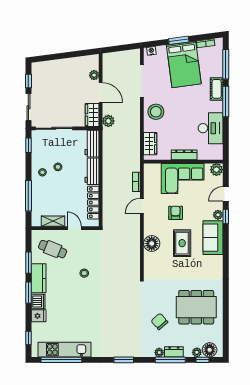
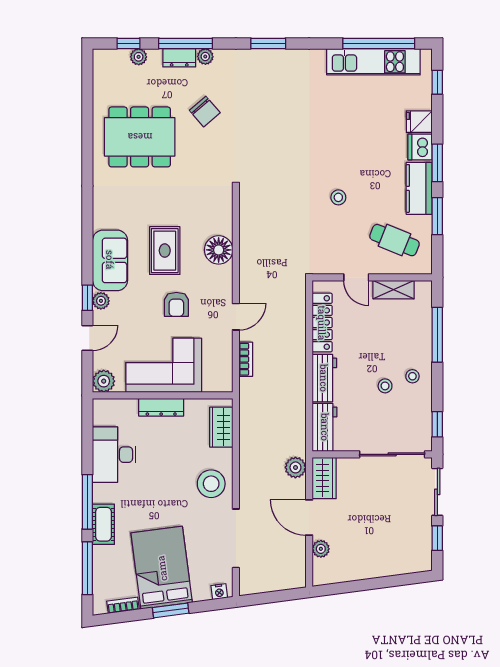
floor lamp: (210, 350) -> (116, 61), removed

